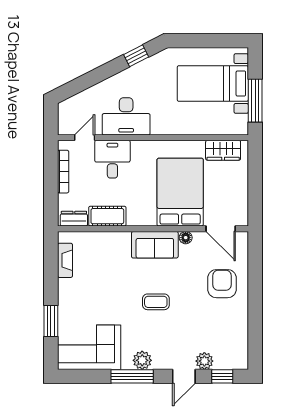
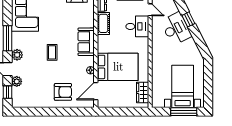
window: (136, 56) -> (188, 19), moved
window: (255, 101) -> (184, 112), moved
desk: (126, 116) -> (176, 29), moved, turned 153
sofa: (155, 245) -> (86, 42), moved
plant: (142, 360) -> (17, 55), moved

